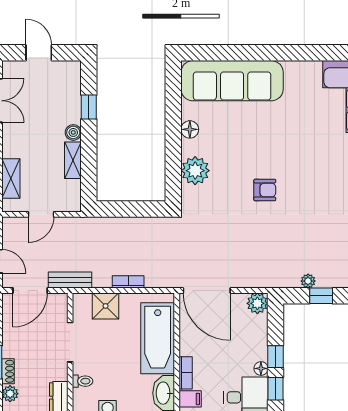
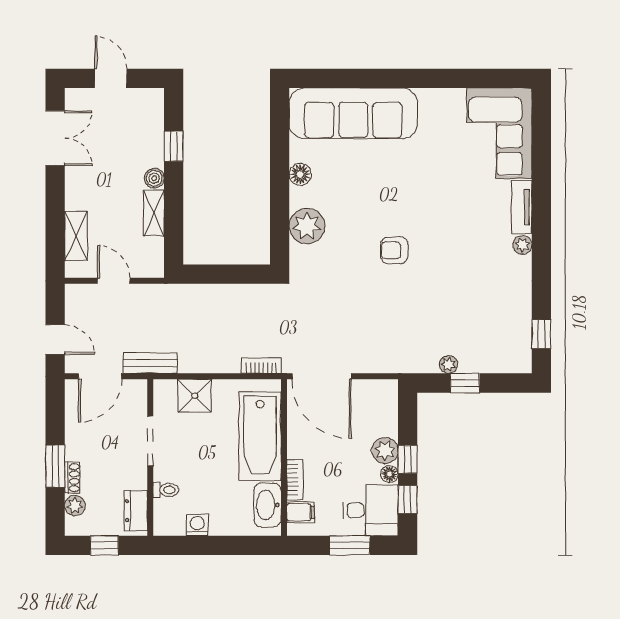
armchair: (265, 190) -> (394, 250), turned 180
door: (41, 214) -> (114, 281), swing flipped
bookcase: (128, 282) -> (261, 366), moved
plant: (257, 303) -> (385, 450), moved

